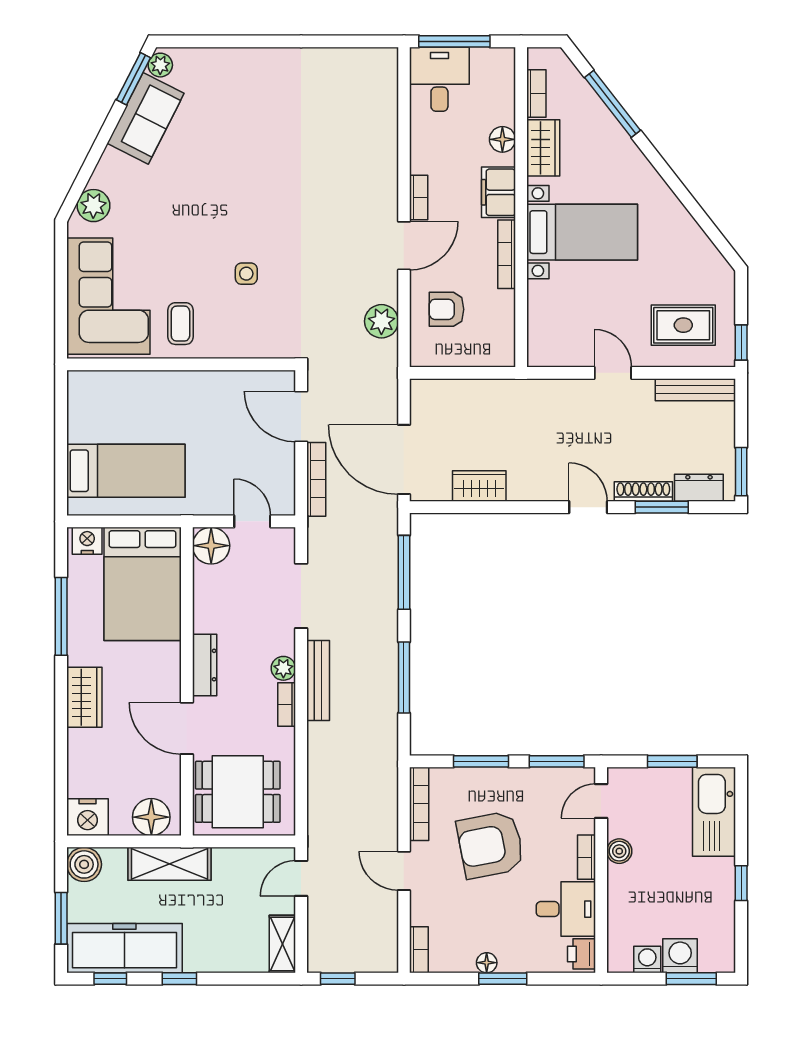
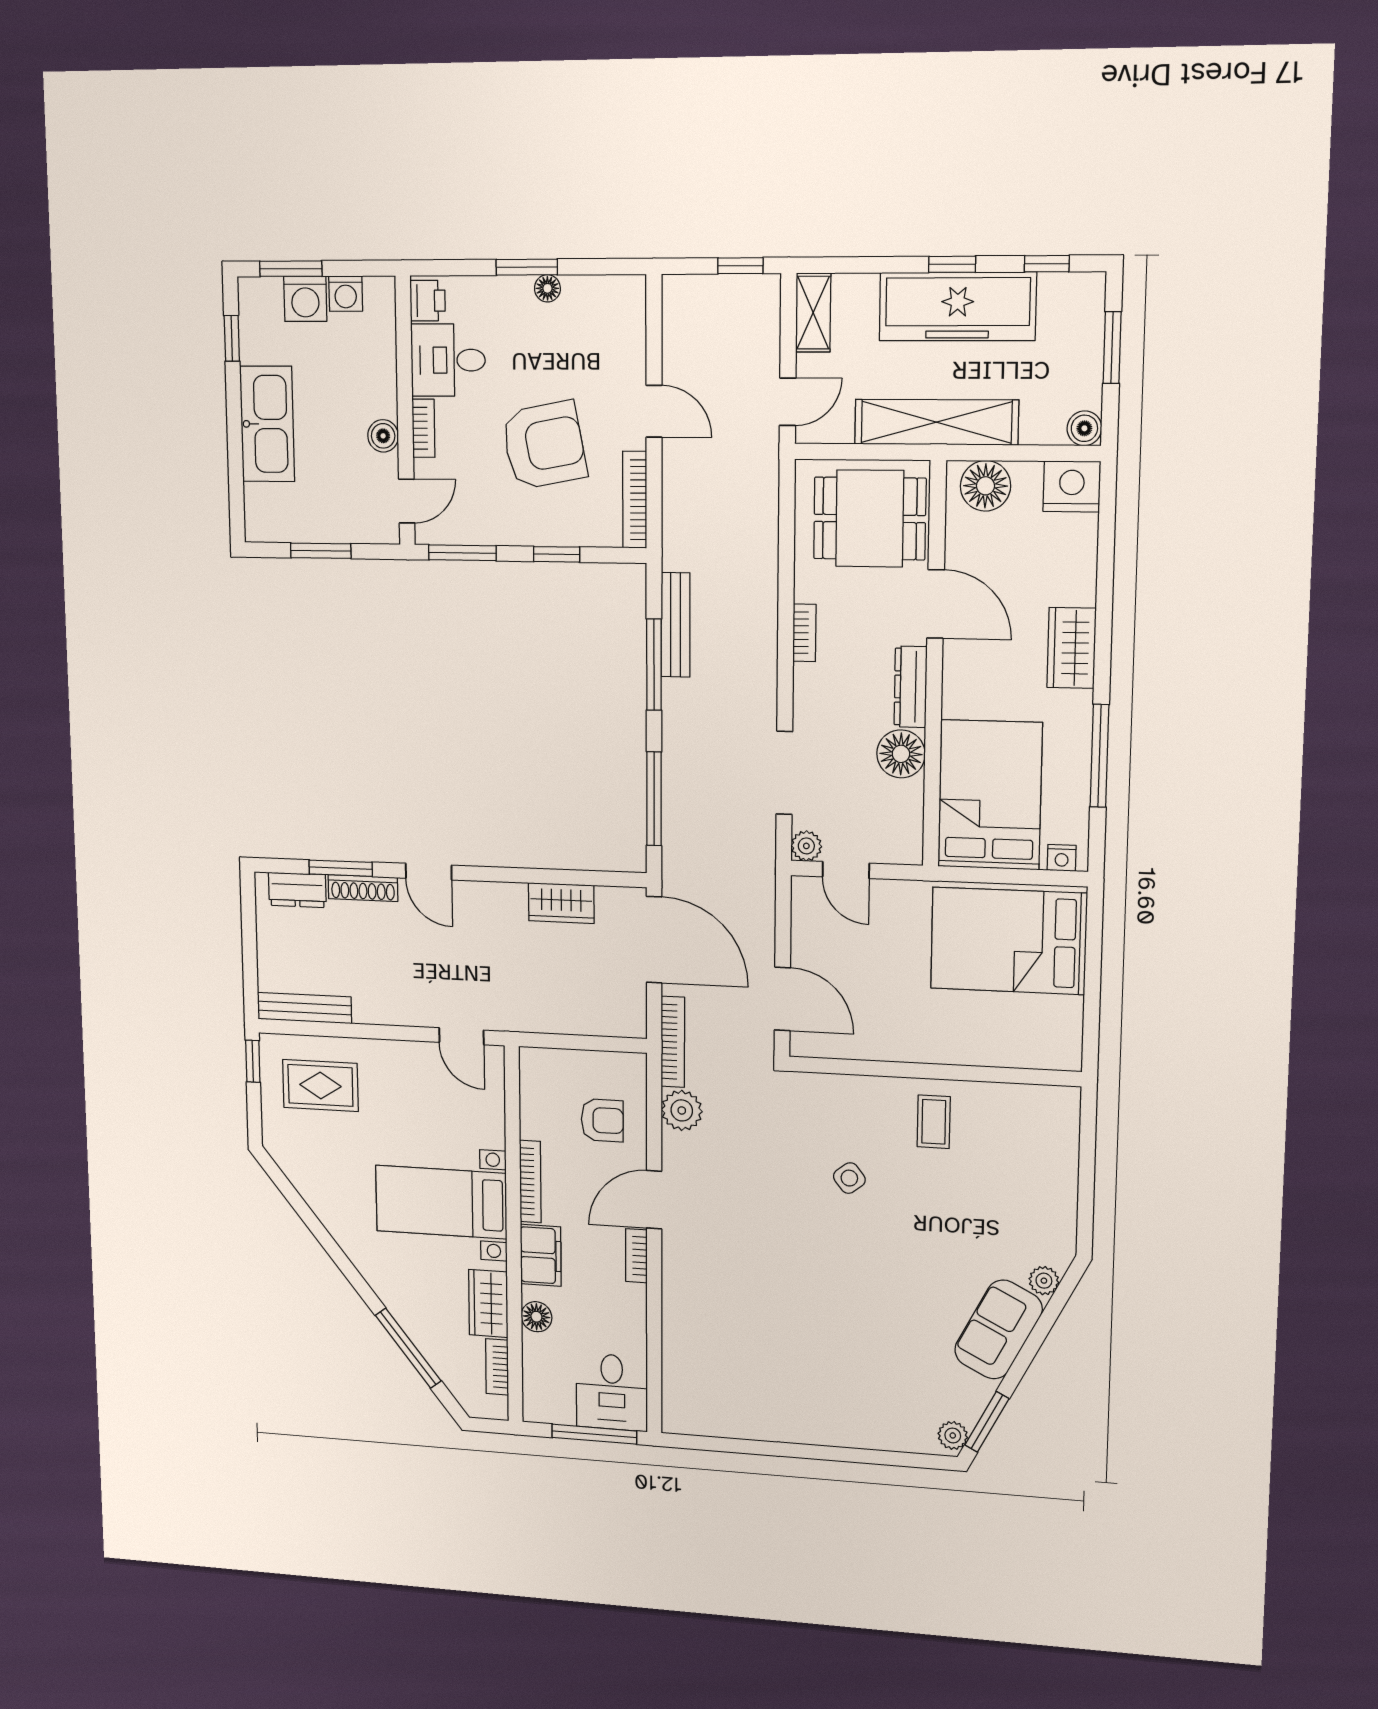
sofa: (146, 118) -> (998, 1330), moved
plant: (94, 206) -> (1044, 1281), width x0.73, depth x0.73
side table: (246, 274) -> (849, 1178), turned -38
corner sofa: (108, 296) -> (1026, 1161), removed
door: (613, 373) -> (461, 1036), moved
bed: (126, 471) -> (1008, 941), width x1.50
window: (741, 472) -> (248, 907), removed
bookcase: (316, 479) -> (673, 1042), moved, turned 180
nightstand: (87, 541) -> (1062, 858), width x0.72, depth x0.74
floor lamp: (211, 546) -> (901, 754), moved
plant: (283, 668) -> (806, 846), moved
bench: (318, 680) -> (676, 625), moved
window: (481, 761) -> (557, 554), width x0.67
kitchen sink: (714, 812) -> (267, 424), moved
boiler: (84, 864) -> (1084, 428), width x0.73, depth x0.73
shelving: (170, 864) -> (936, 422), width x1.47
window: (741, 883) -> (232, 338), moved
freezer: (124, 948) -> (958, 306), moved
bookcase: (419, 950) -> (635, 305), removed

